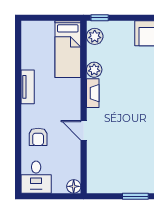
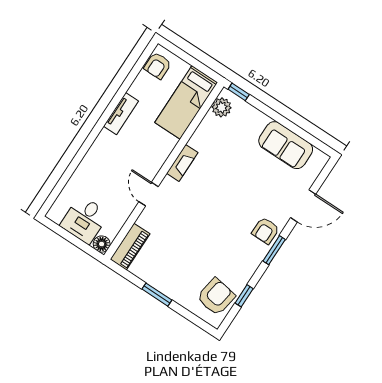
plant: (94, 70) -> (199, 140), removed
armchair: (38, 137) -> (158, 66), moved
piano: (95, 175) -> (130, 247), added
desk: (36, 177) -> (85, 219), moved

